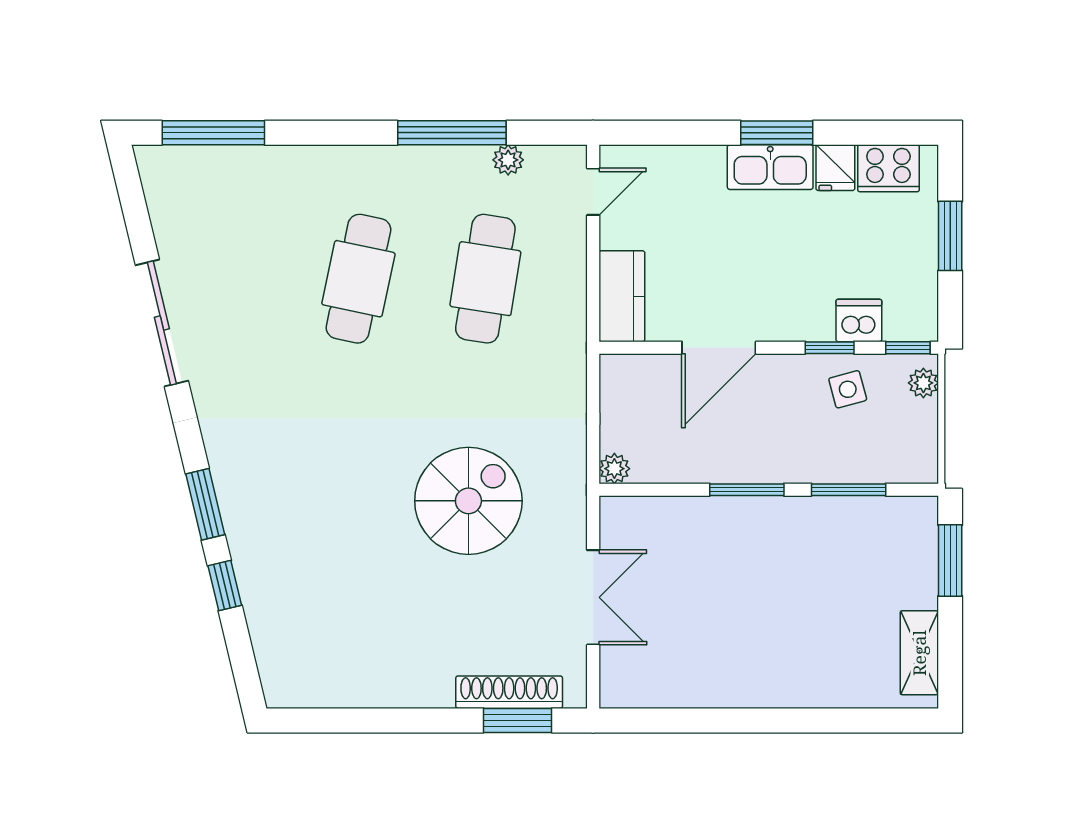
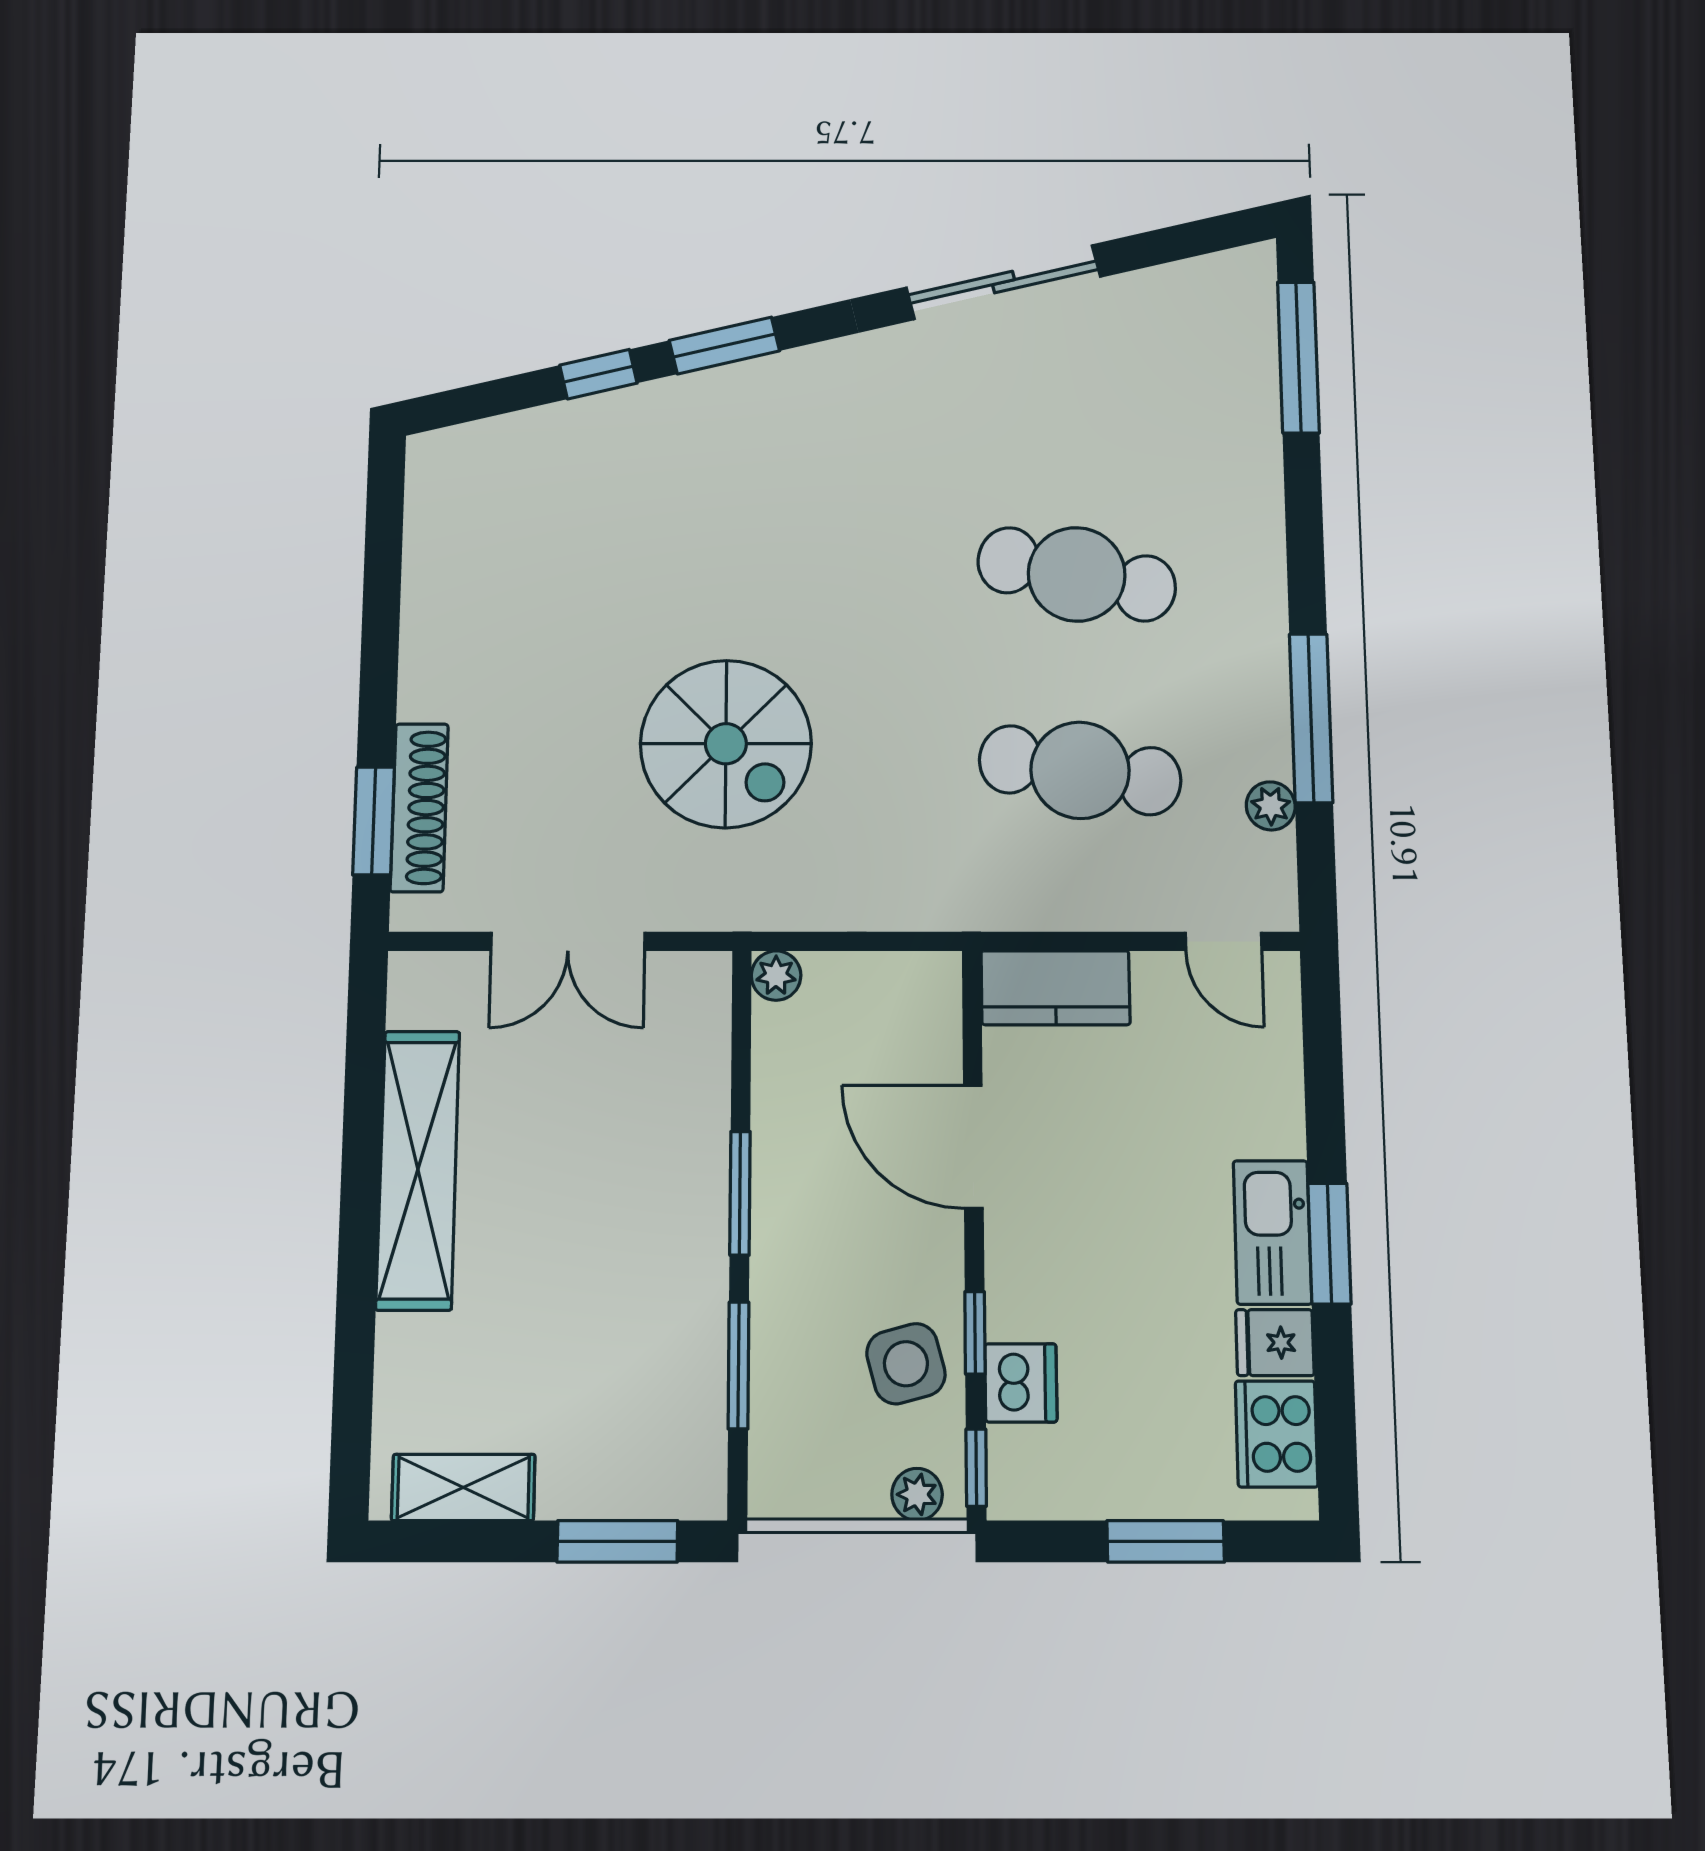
side table: (848, 389) -> (906, 1364), width x1.37, depth x1.37
shelving: (733, 686) -> (418, 1170), added

